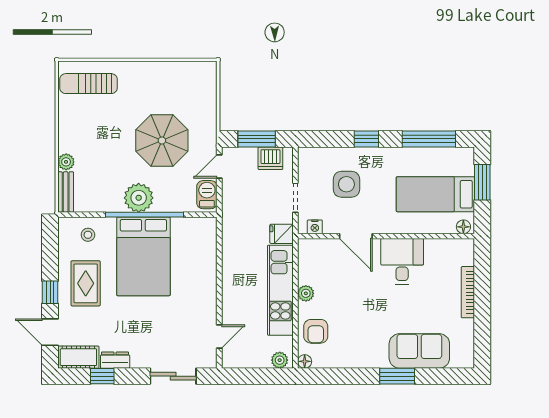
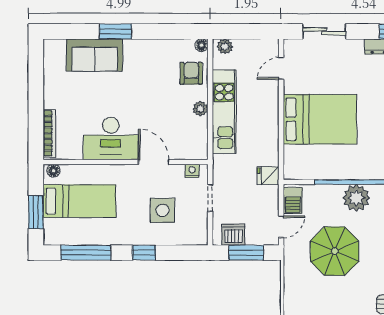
fridge: (282, 234) -> (268, 176), moved, turned 180
bed: (143, 256) -> (320, 119), moved, turned 90
desk: (402, 261) -> (111, 138), width x1.37
bookcase: (468, 292) -> (49, 133), moved

